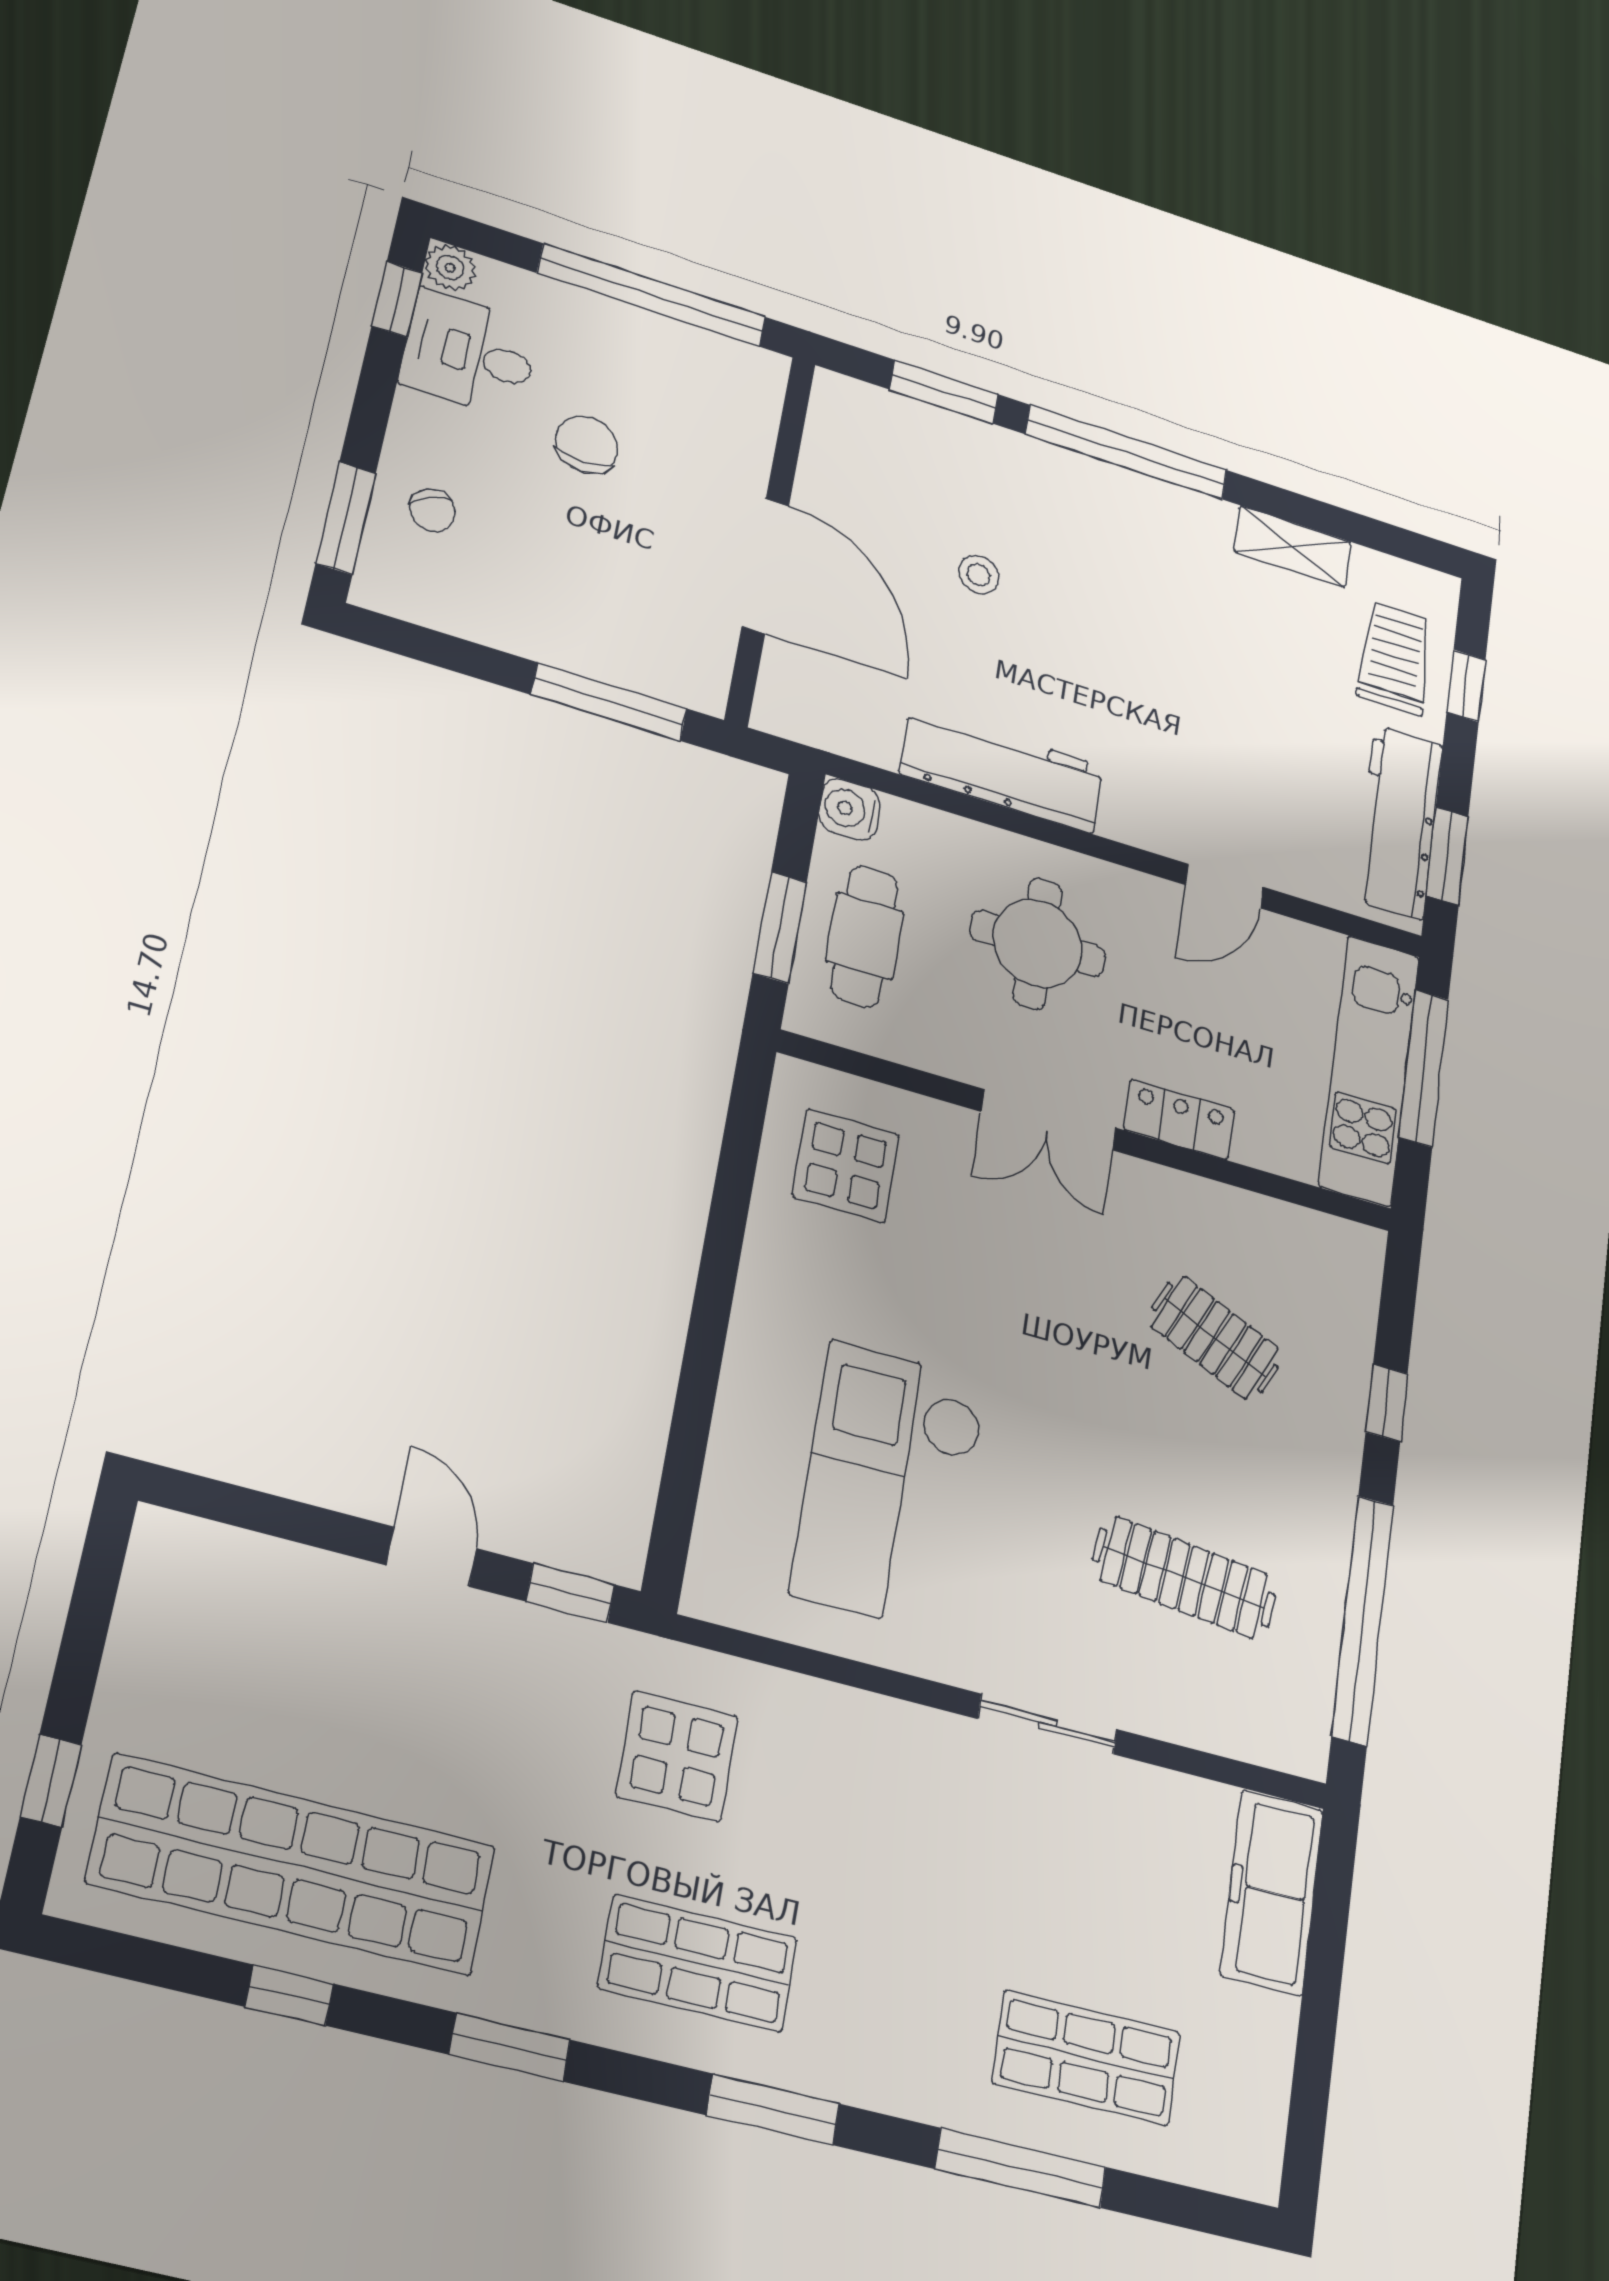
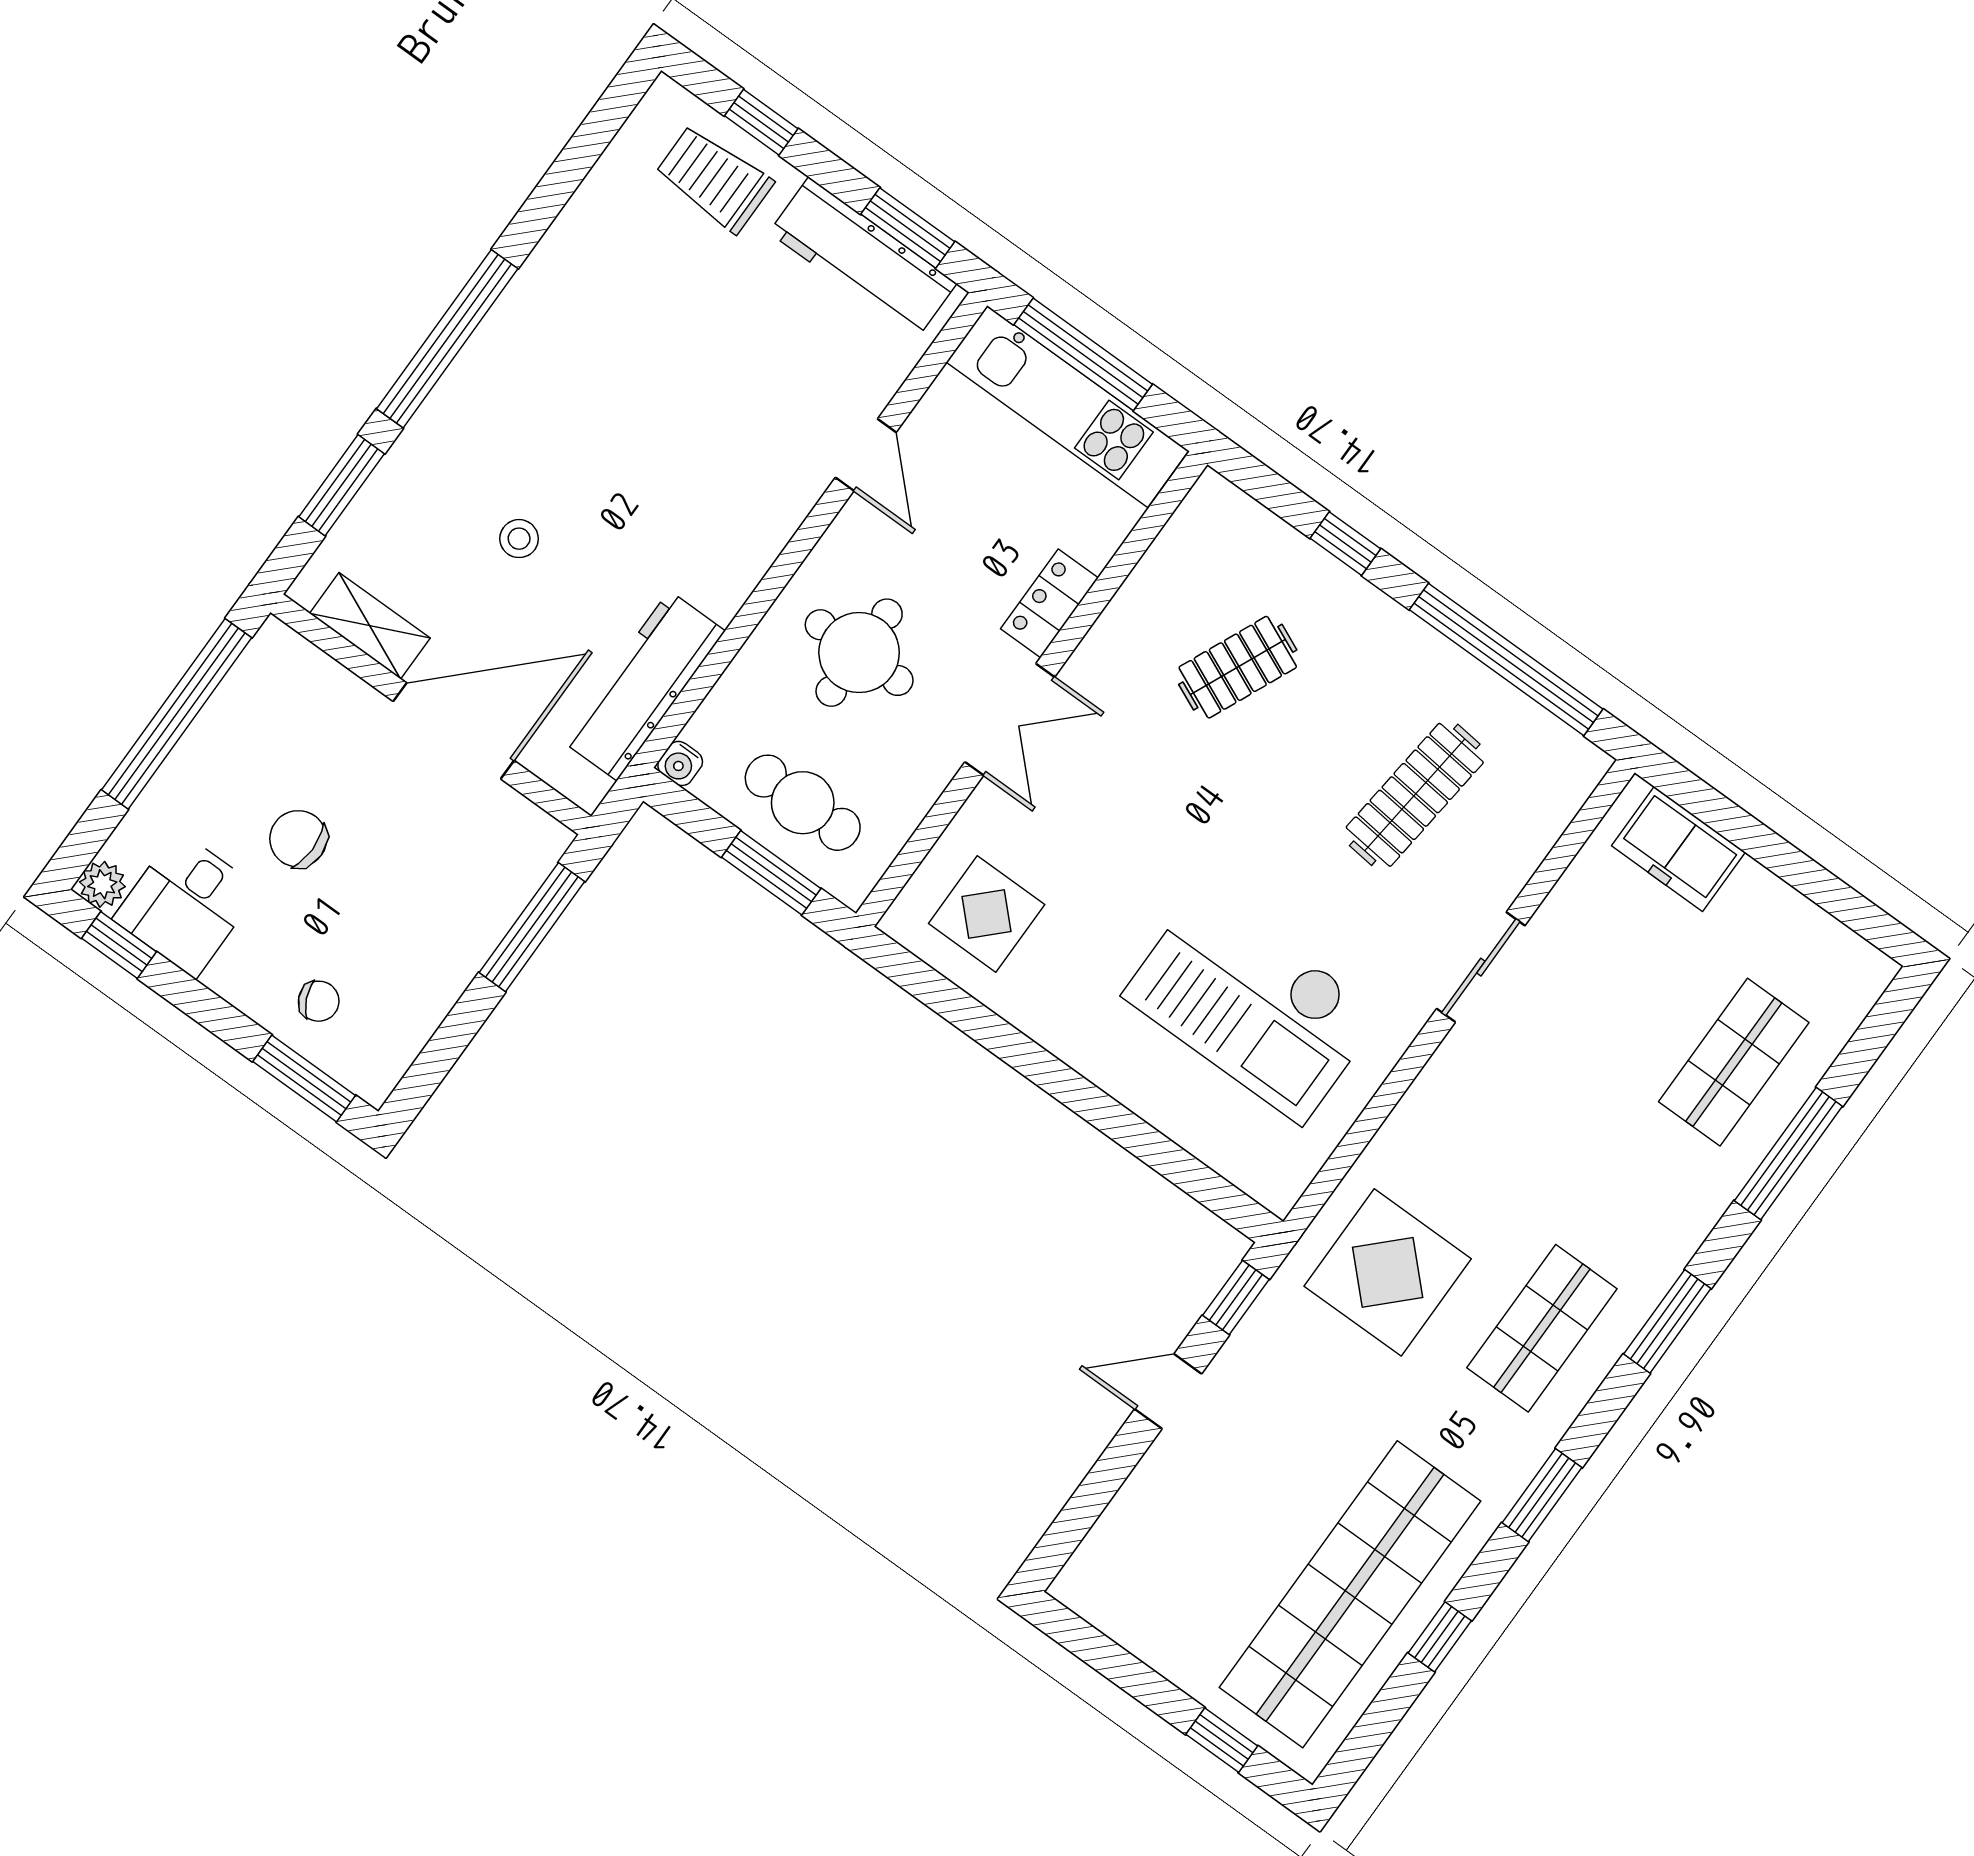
shelving: (1292, 547) -> (370, 626), moved, turned 90
workbench: (1002, 770) -> (643, 686), moved
water cooler: (849, 809) -> (680, 763), width x0.72, depth x0.72
display table: (677, 1756) -> (1388, 1272), width x1.36, depth x1.36
freezer: (1272, 1893) -> (1678, 849), width x0.71

